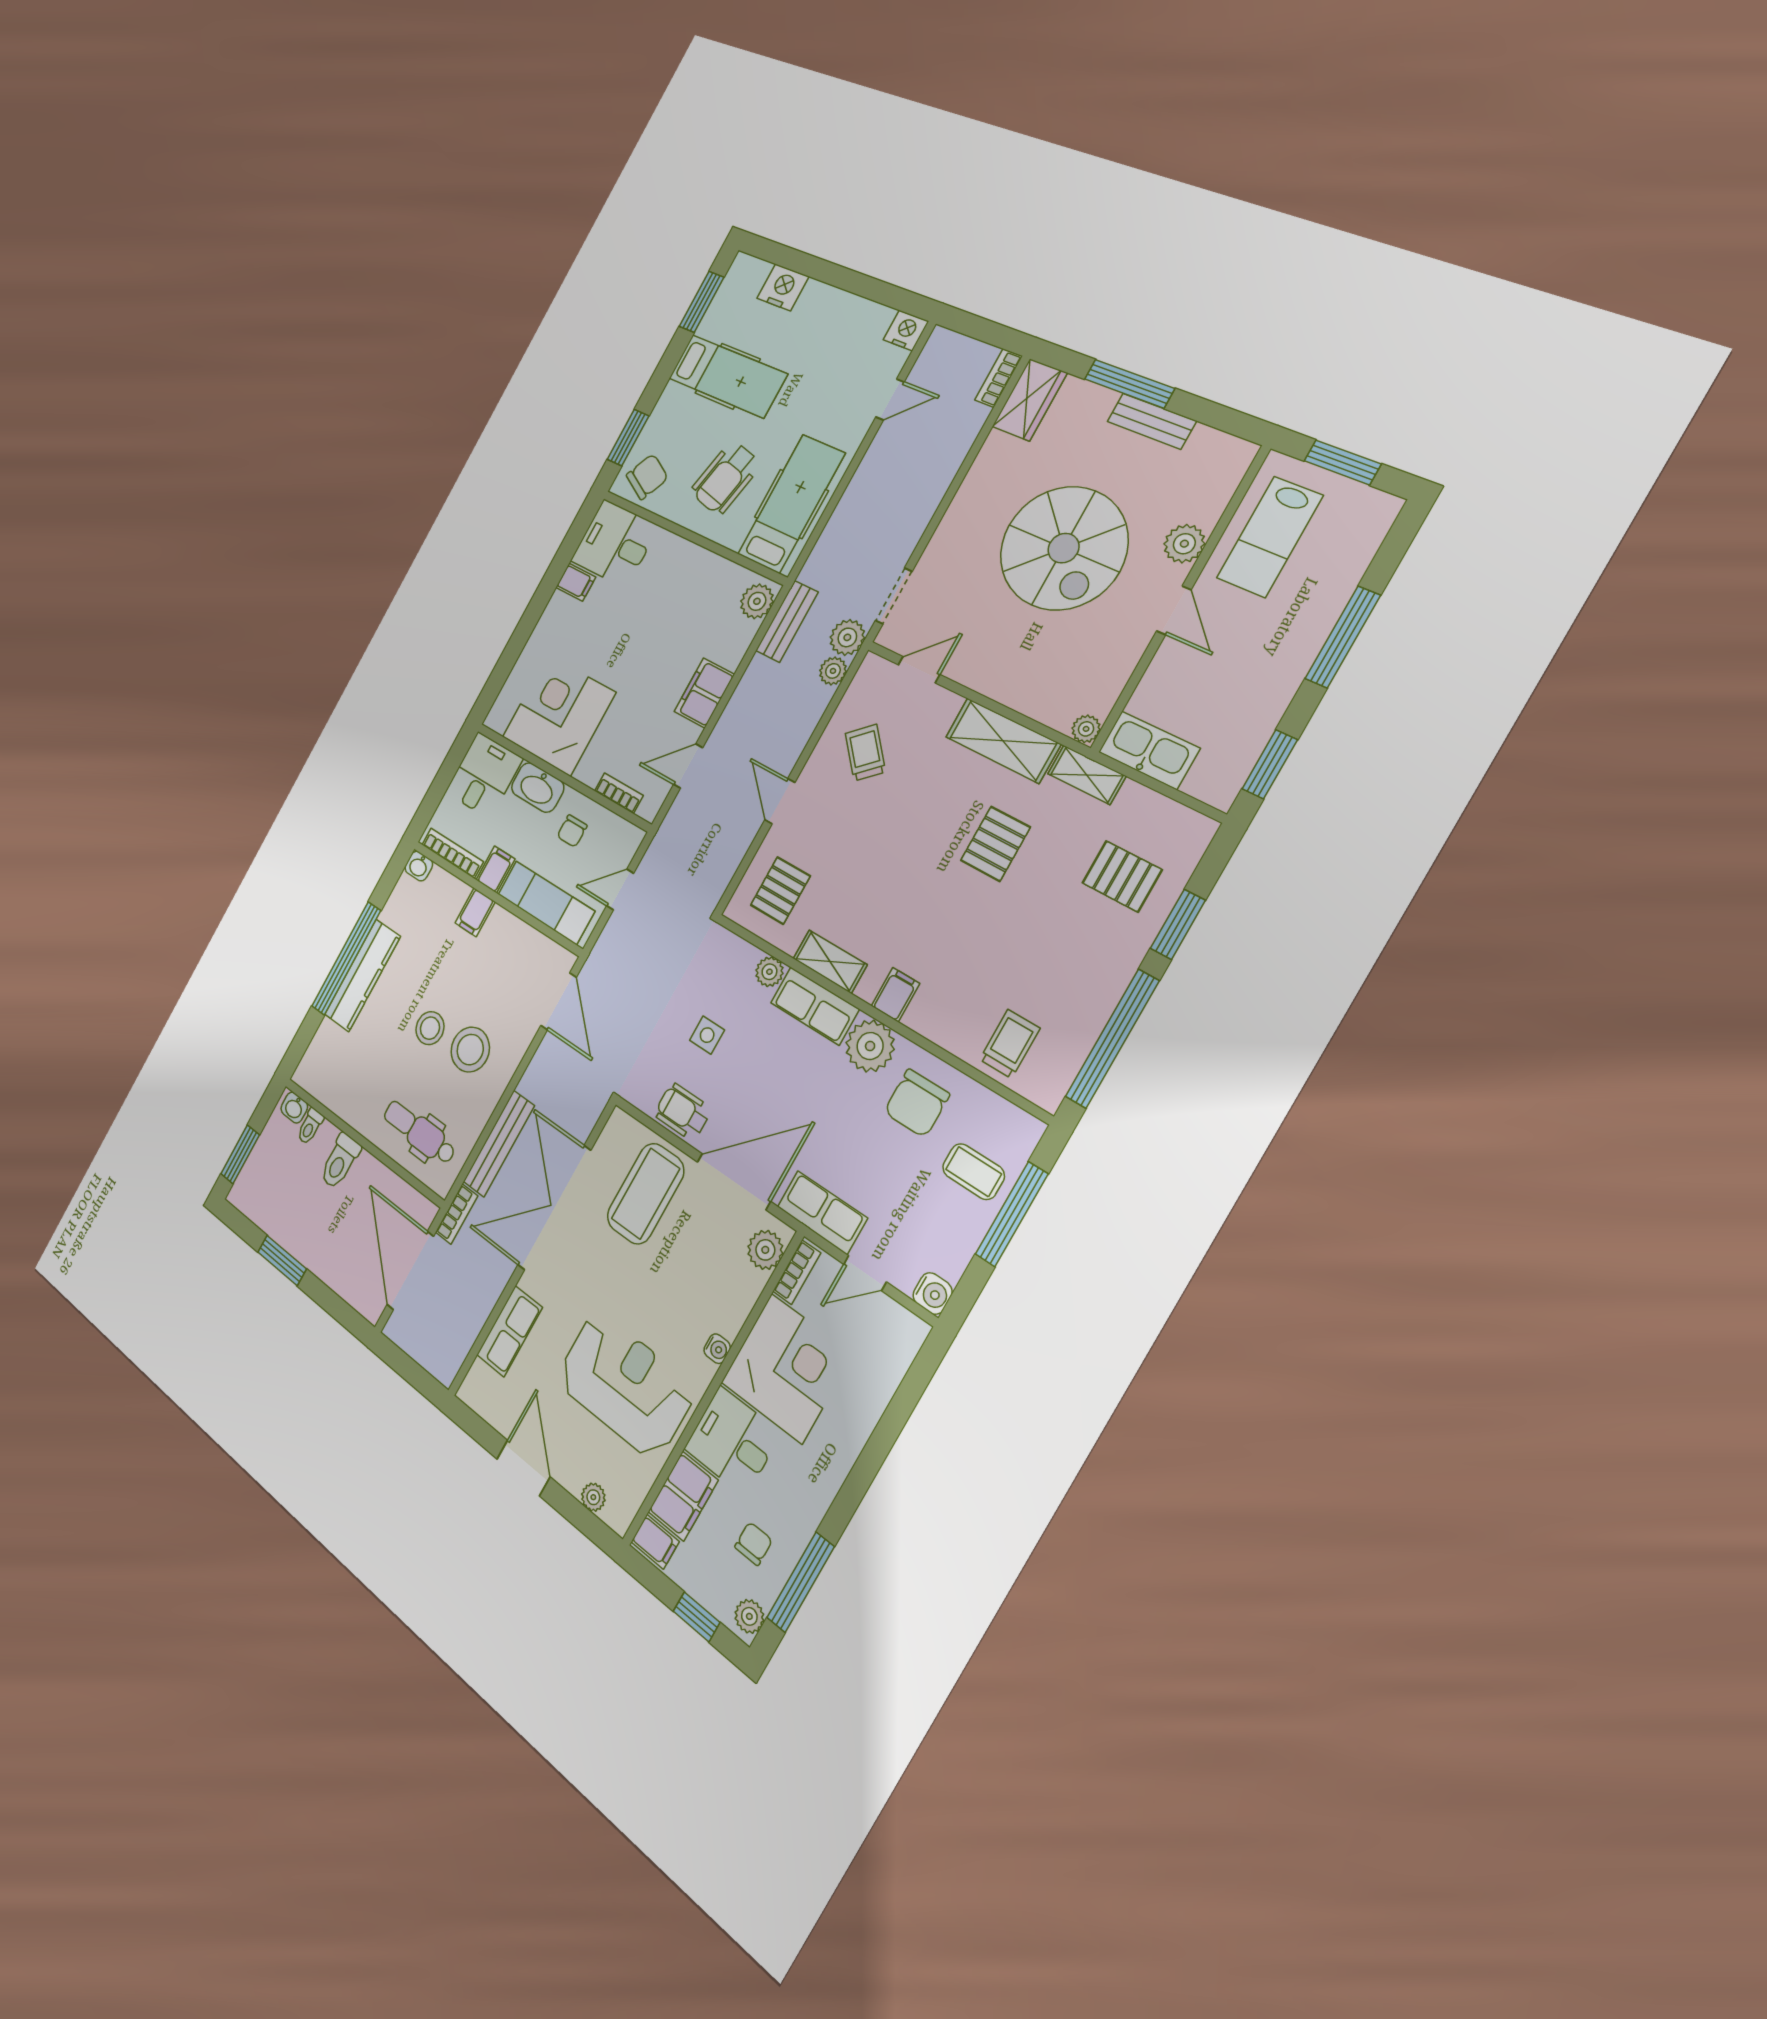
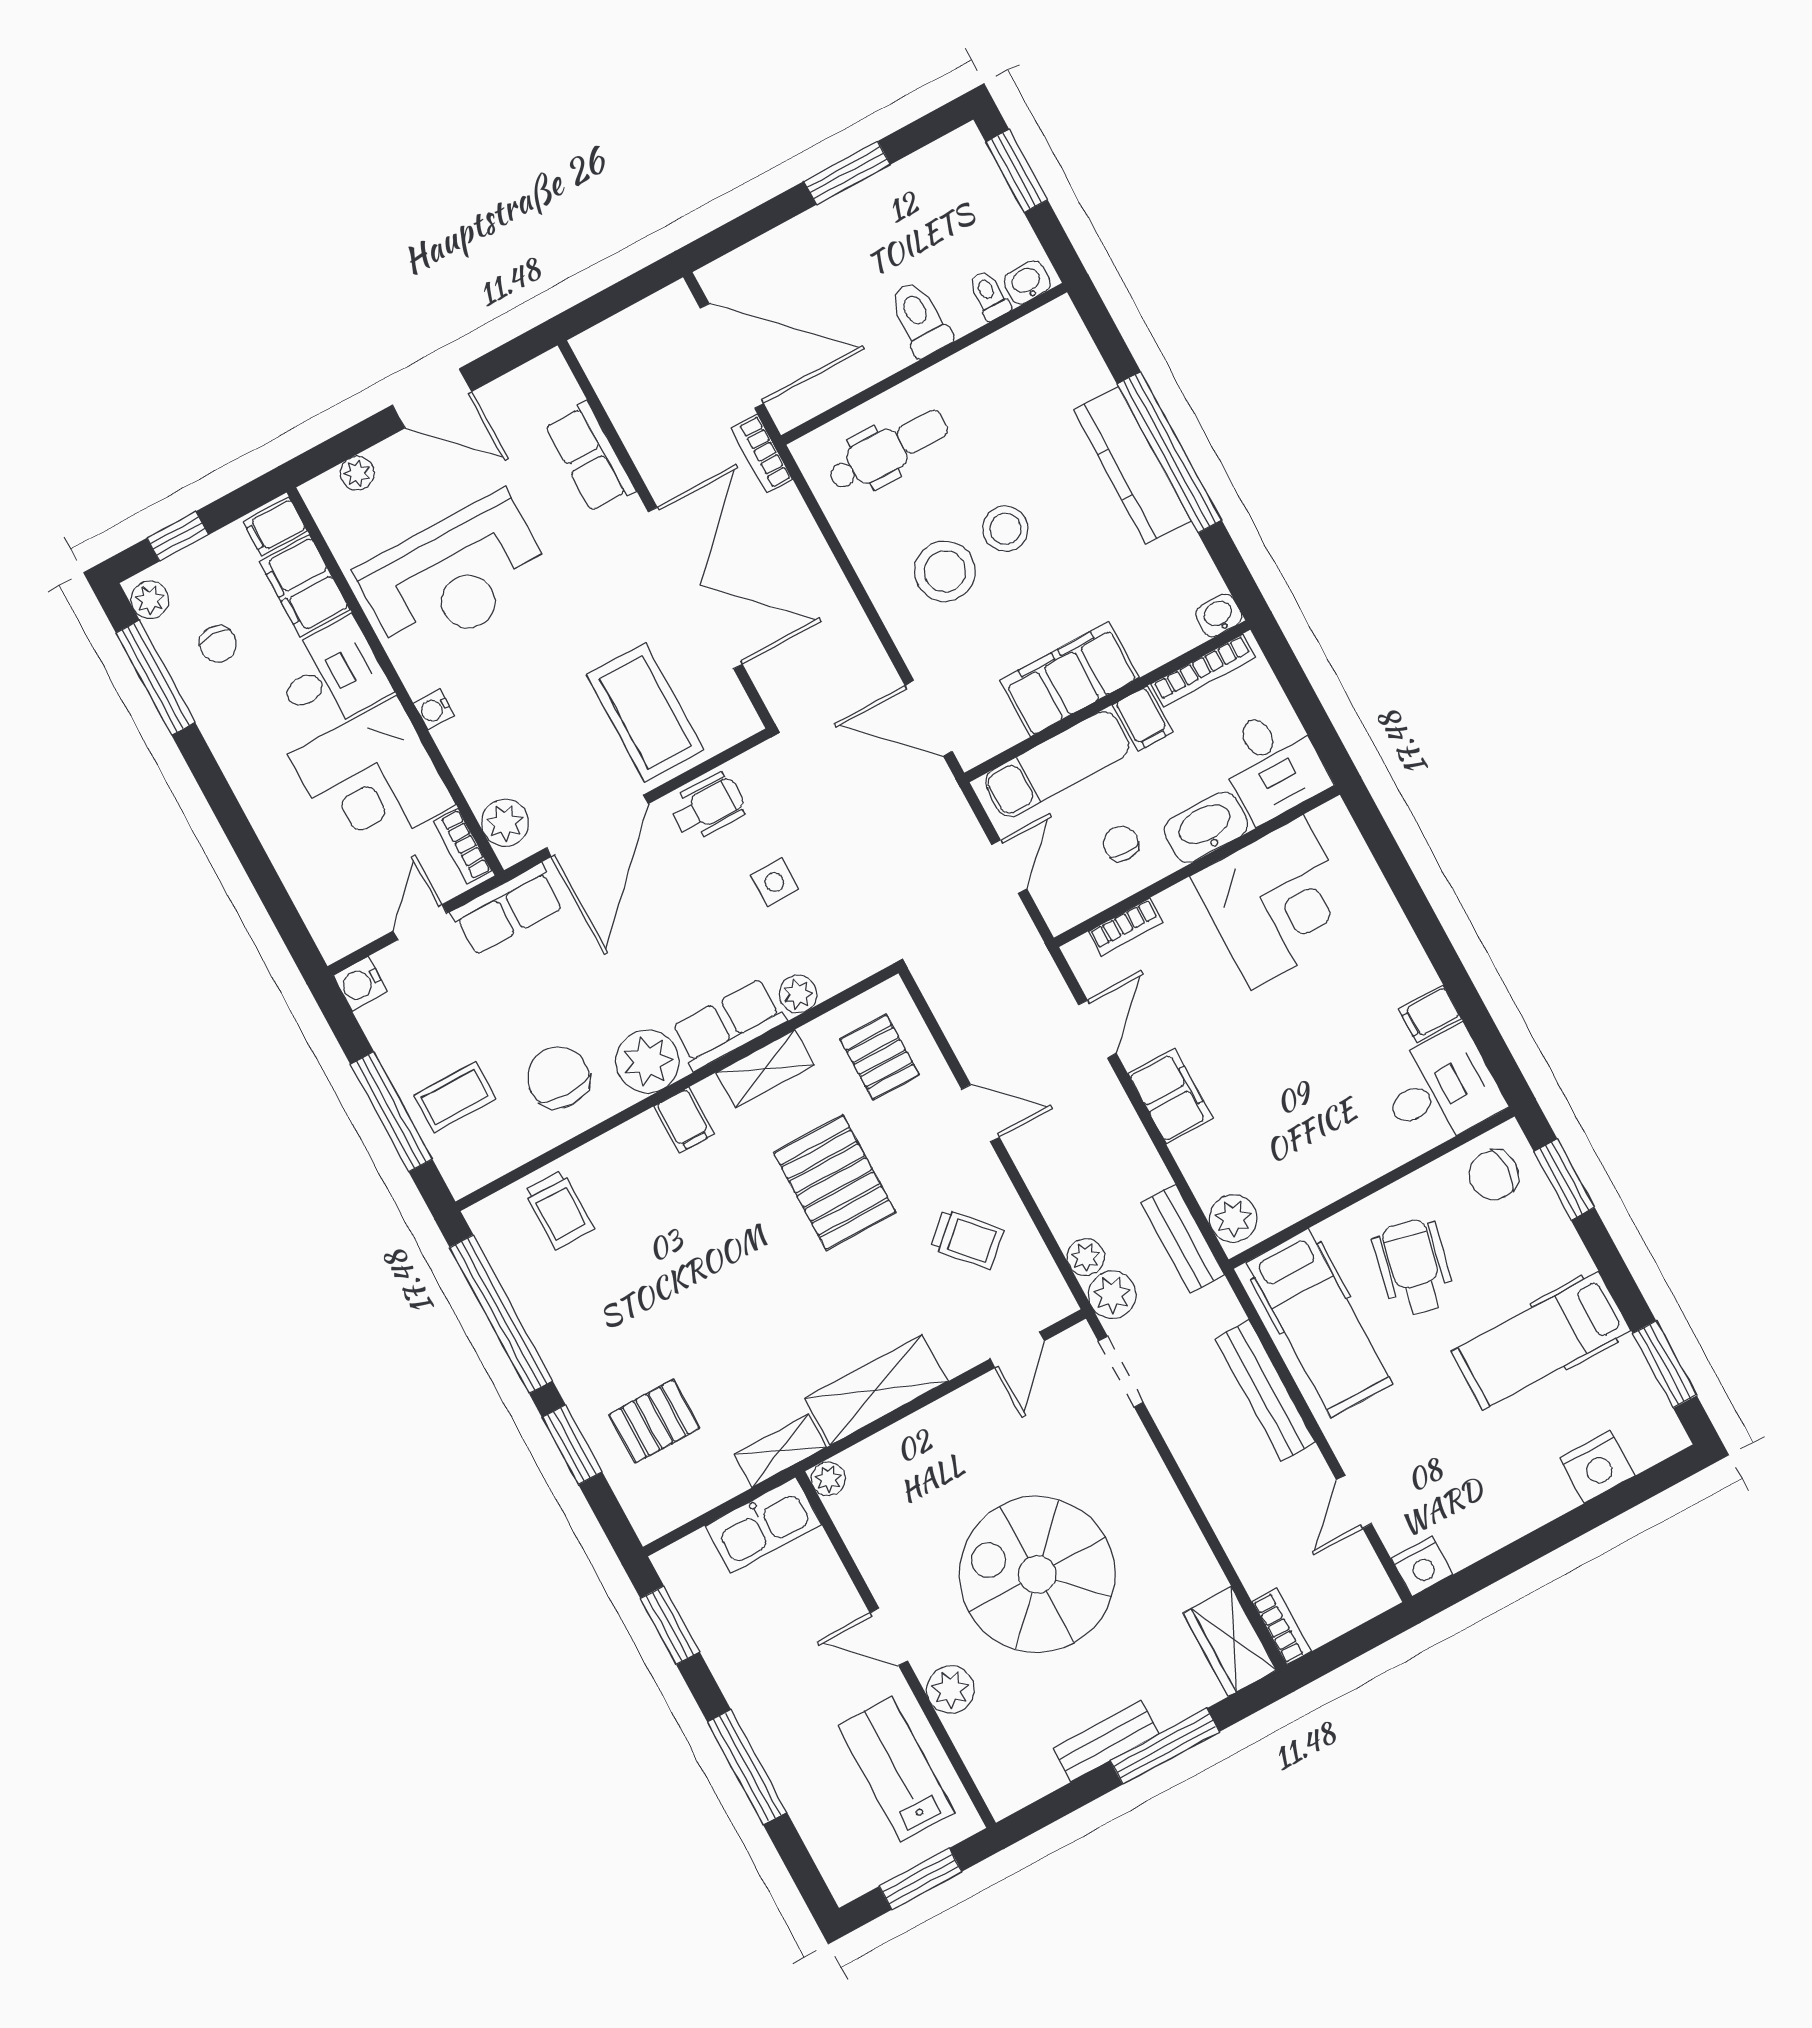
chair: (647, 477) -> (1494, 1175), turned 62
pallet: (995, 844) -> (835, 1183), moved, width x1.50, depth x1.42
filing cabinet: (475, 912) -> (1070, 679), width x3.00, depth x1.17
bench: (499, 1144) -> (1265, 1390), moved

